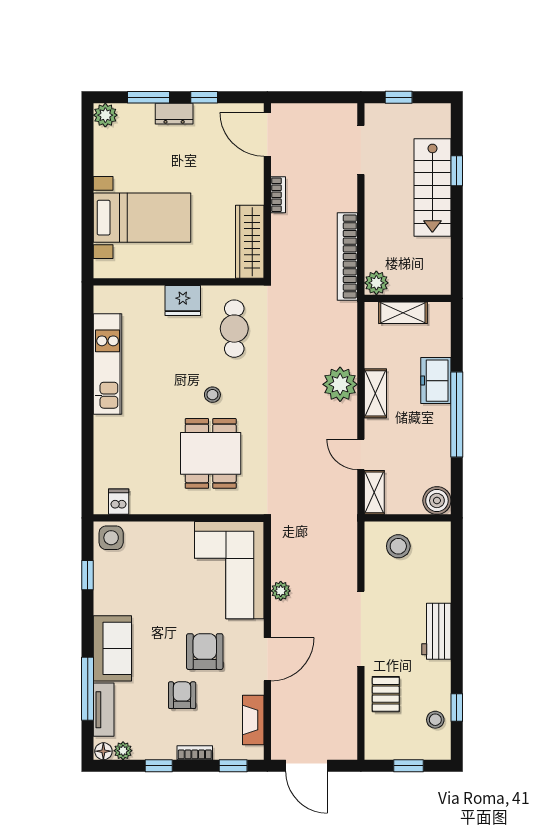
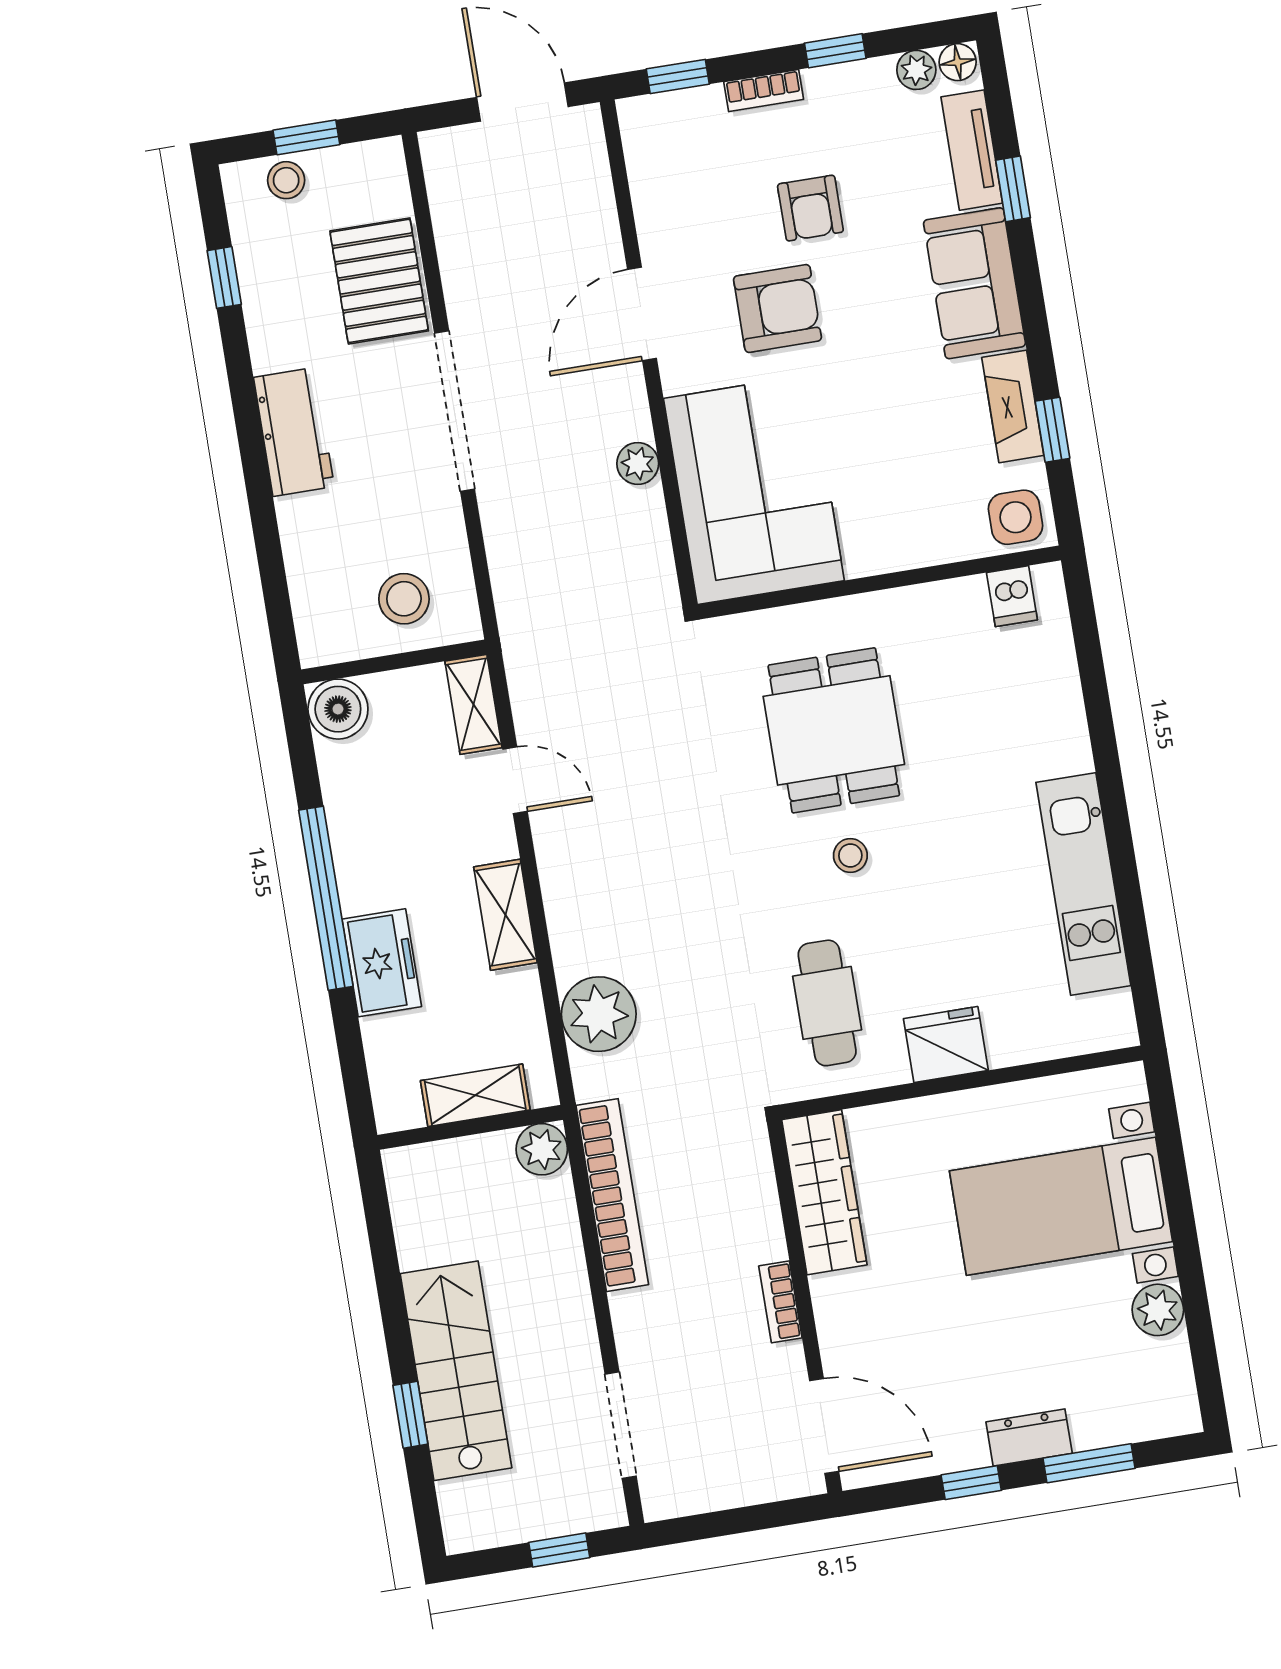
plant: (105, 115) -> (1158, 1310), moved
plant: (340, 384) -> (599, 1014), moved
armchair: (205, 652) -> (778, 308), turned -90
window: (88, 689) -> (1013, 189), width x0.46
pallet: (386, 694) -> (379, 281), width x1.50, depth x1.42
fireplace: (253, 720) -> (1013, 406), moved, turned 180
stool: (435, 720) -> (286, 180), moved

